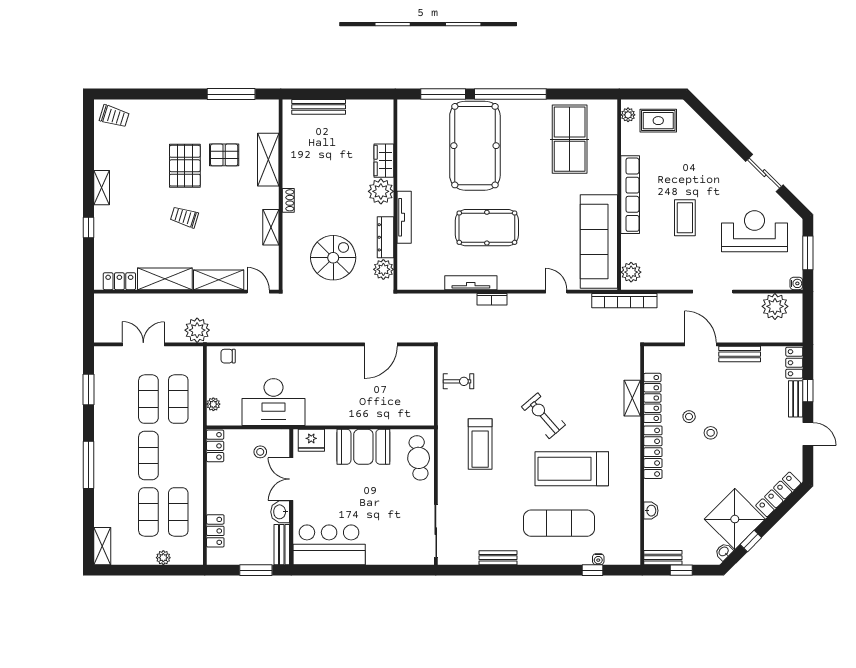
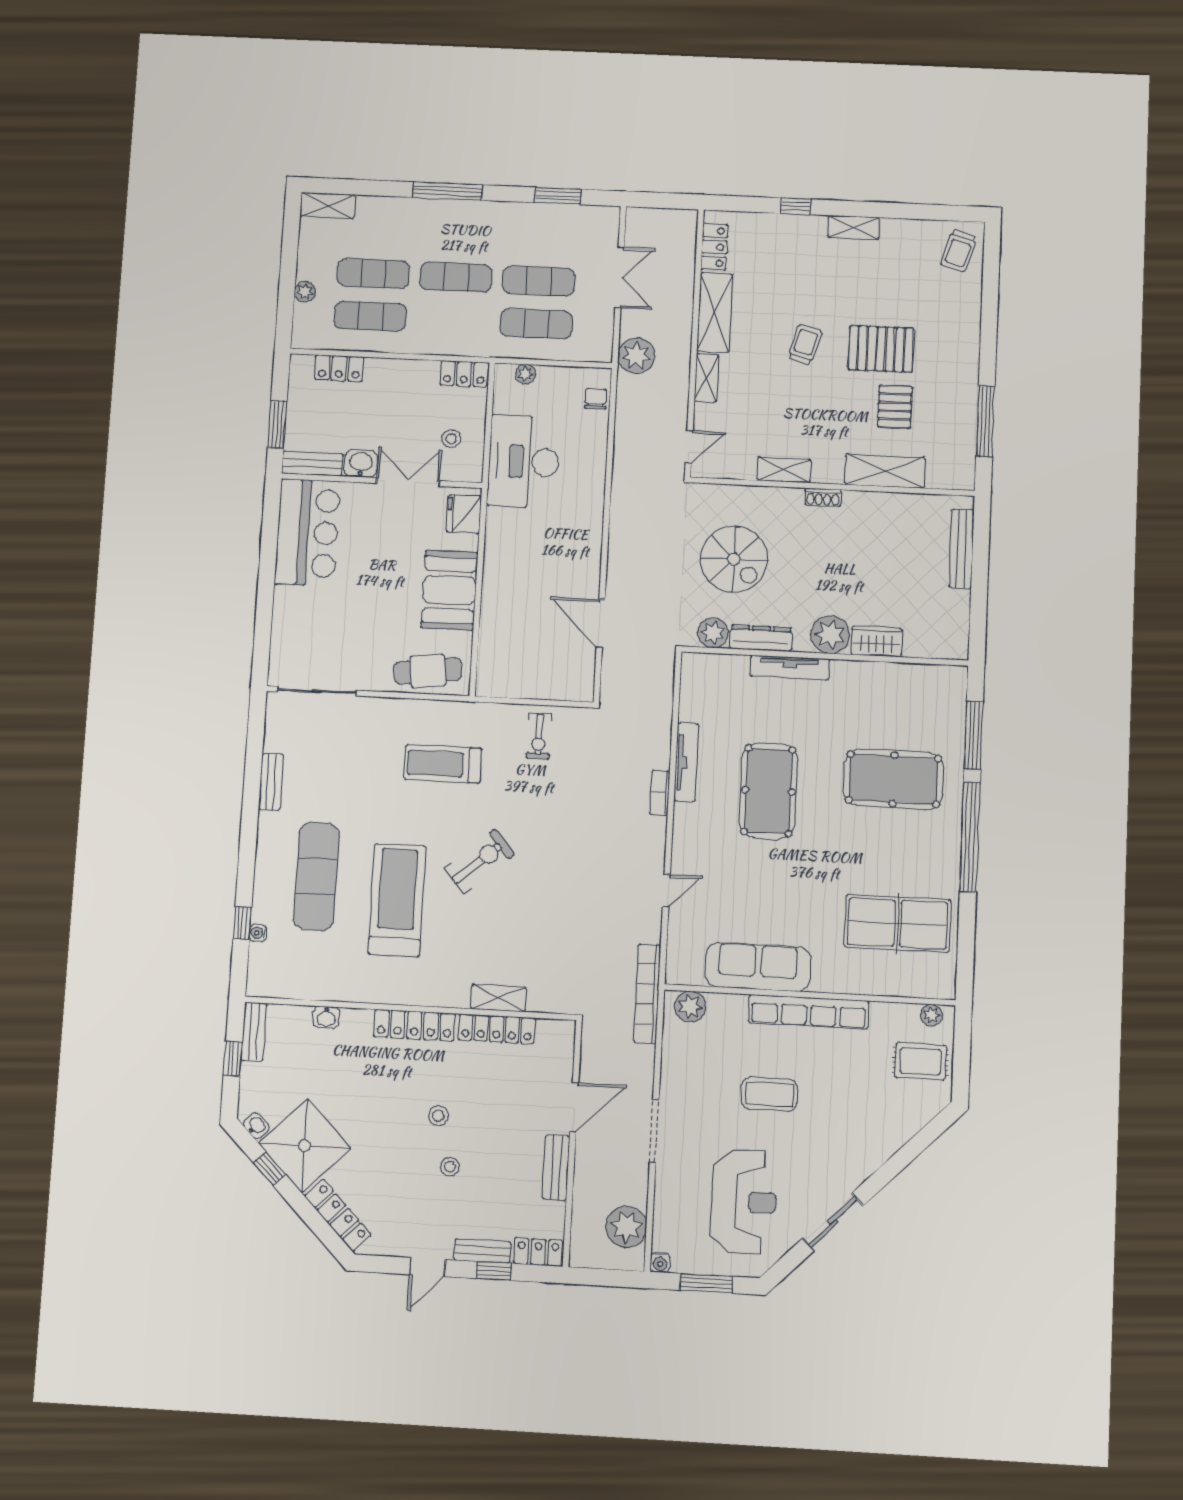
rug: (658, 121) -> (921, 1061), turned 90
pool table: (475, 146) -> (893, 779), width x0.73, depth x0.76
sofa: (599, 242) -> (758, 967), width x0.74, depth x0.79
shelving: (219, 280) -> (706, 378), width x0.67, depth x0.75
stool: (689, 417) -> (450, 1167), moved

